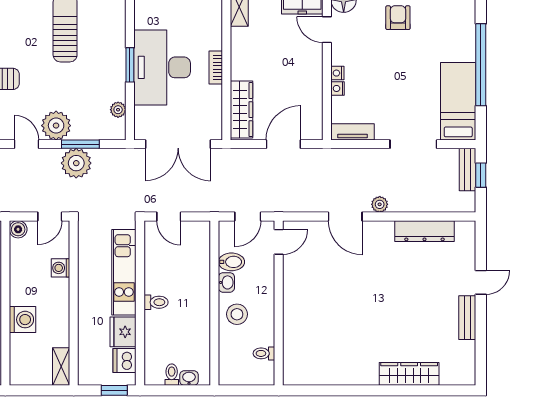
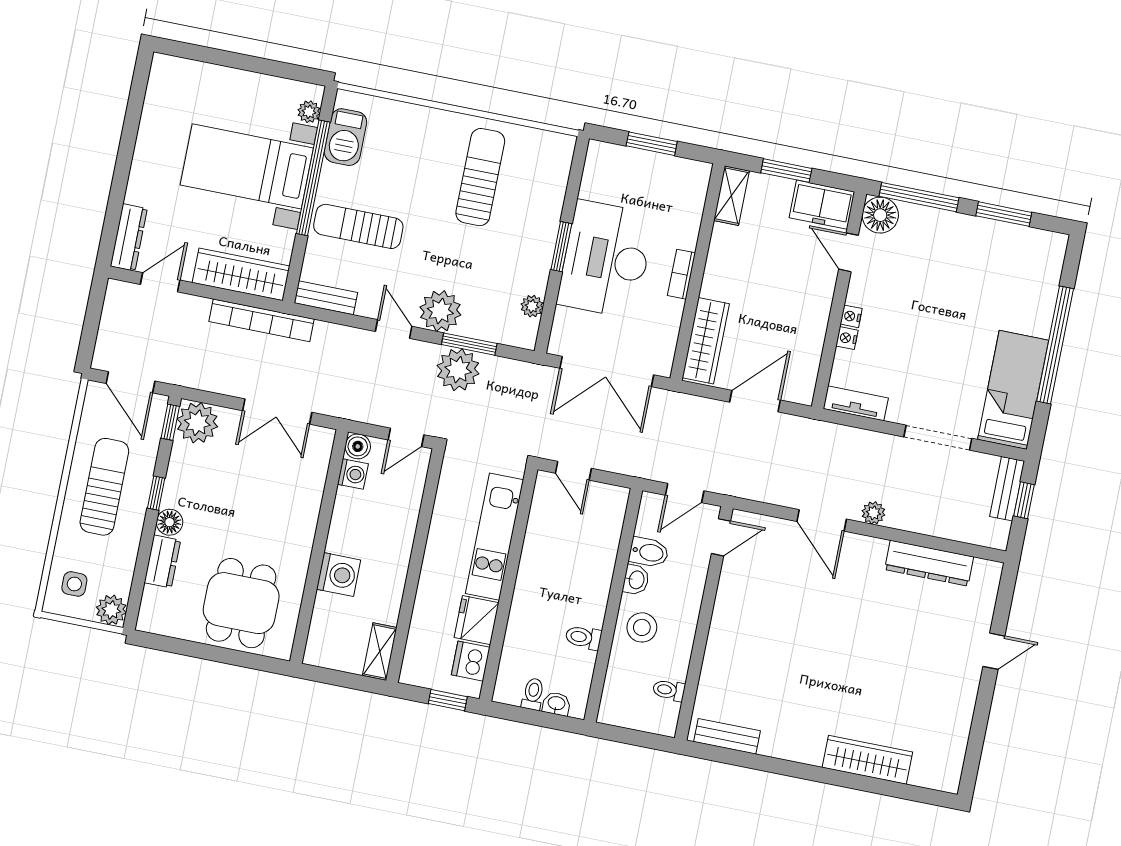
armchair: (398, 18) -> (952, 255), removed
washing machine: (60, 268) -> (353, 474), moved, turned 180
toilet: (156, 302) -> (583, 637), moved, turned 180
bench: (467, 318) -> (727, 736), moved, turned 90

